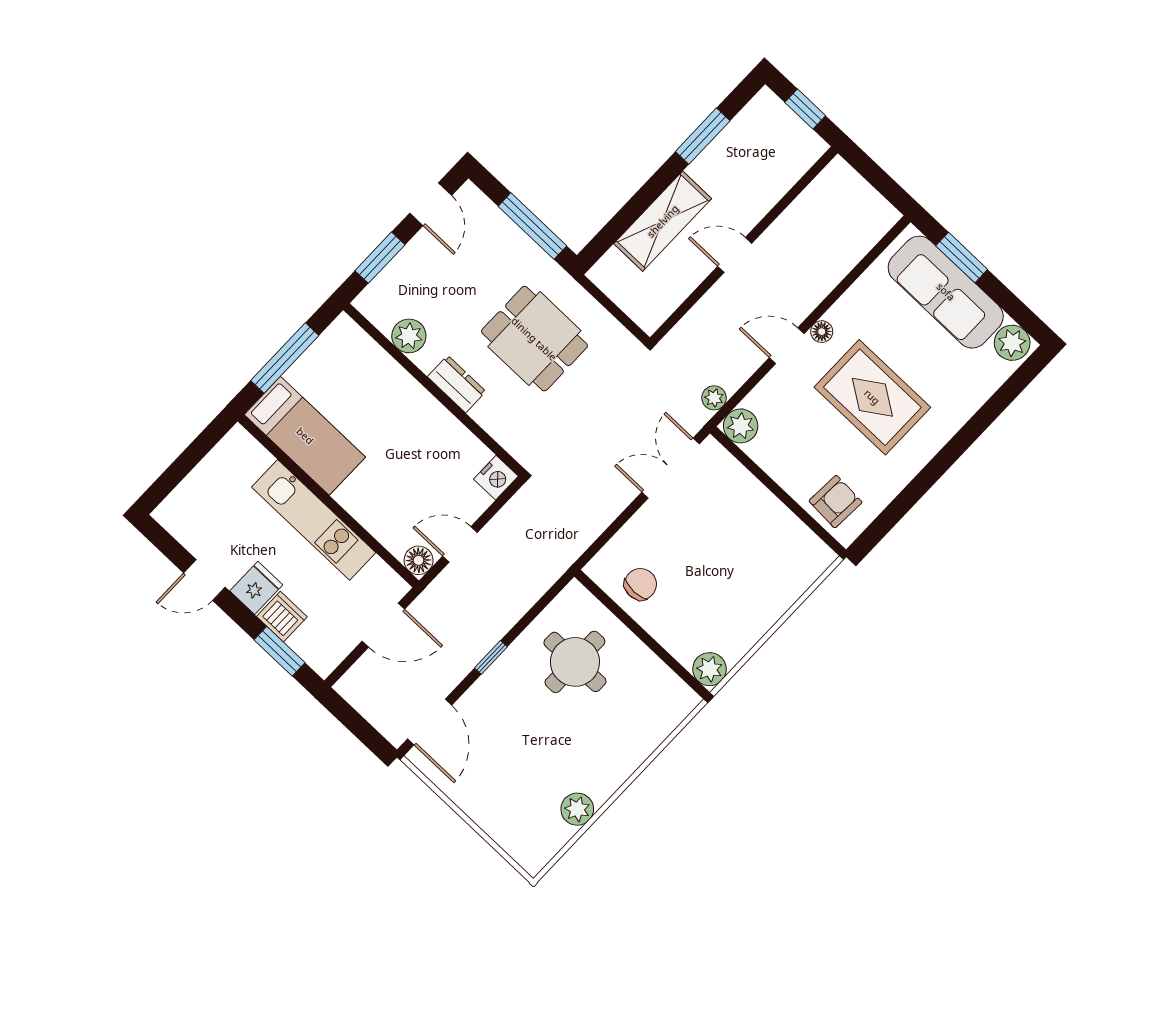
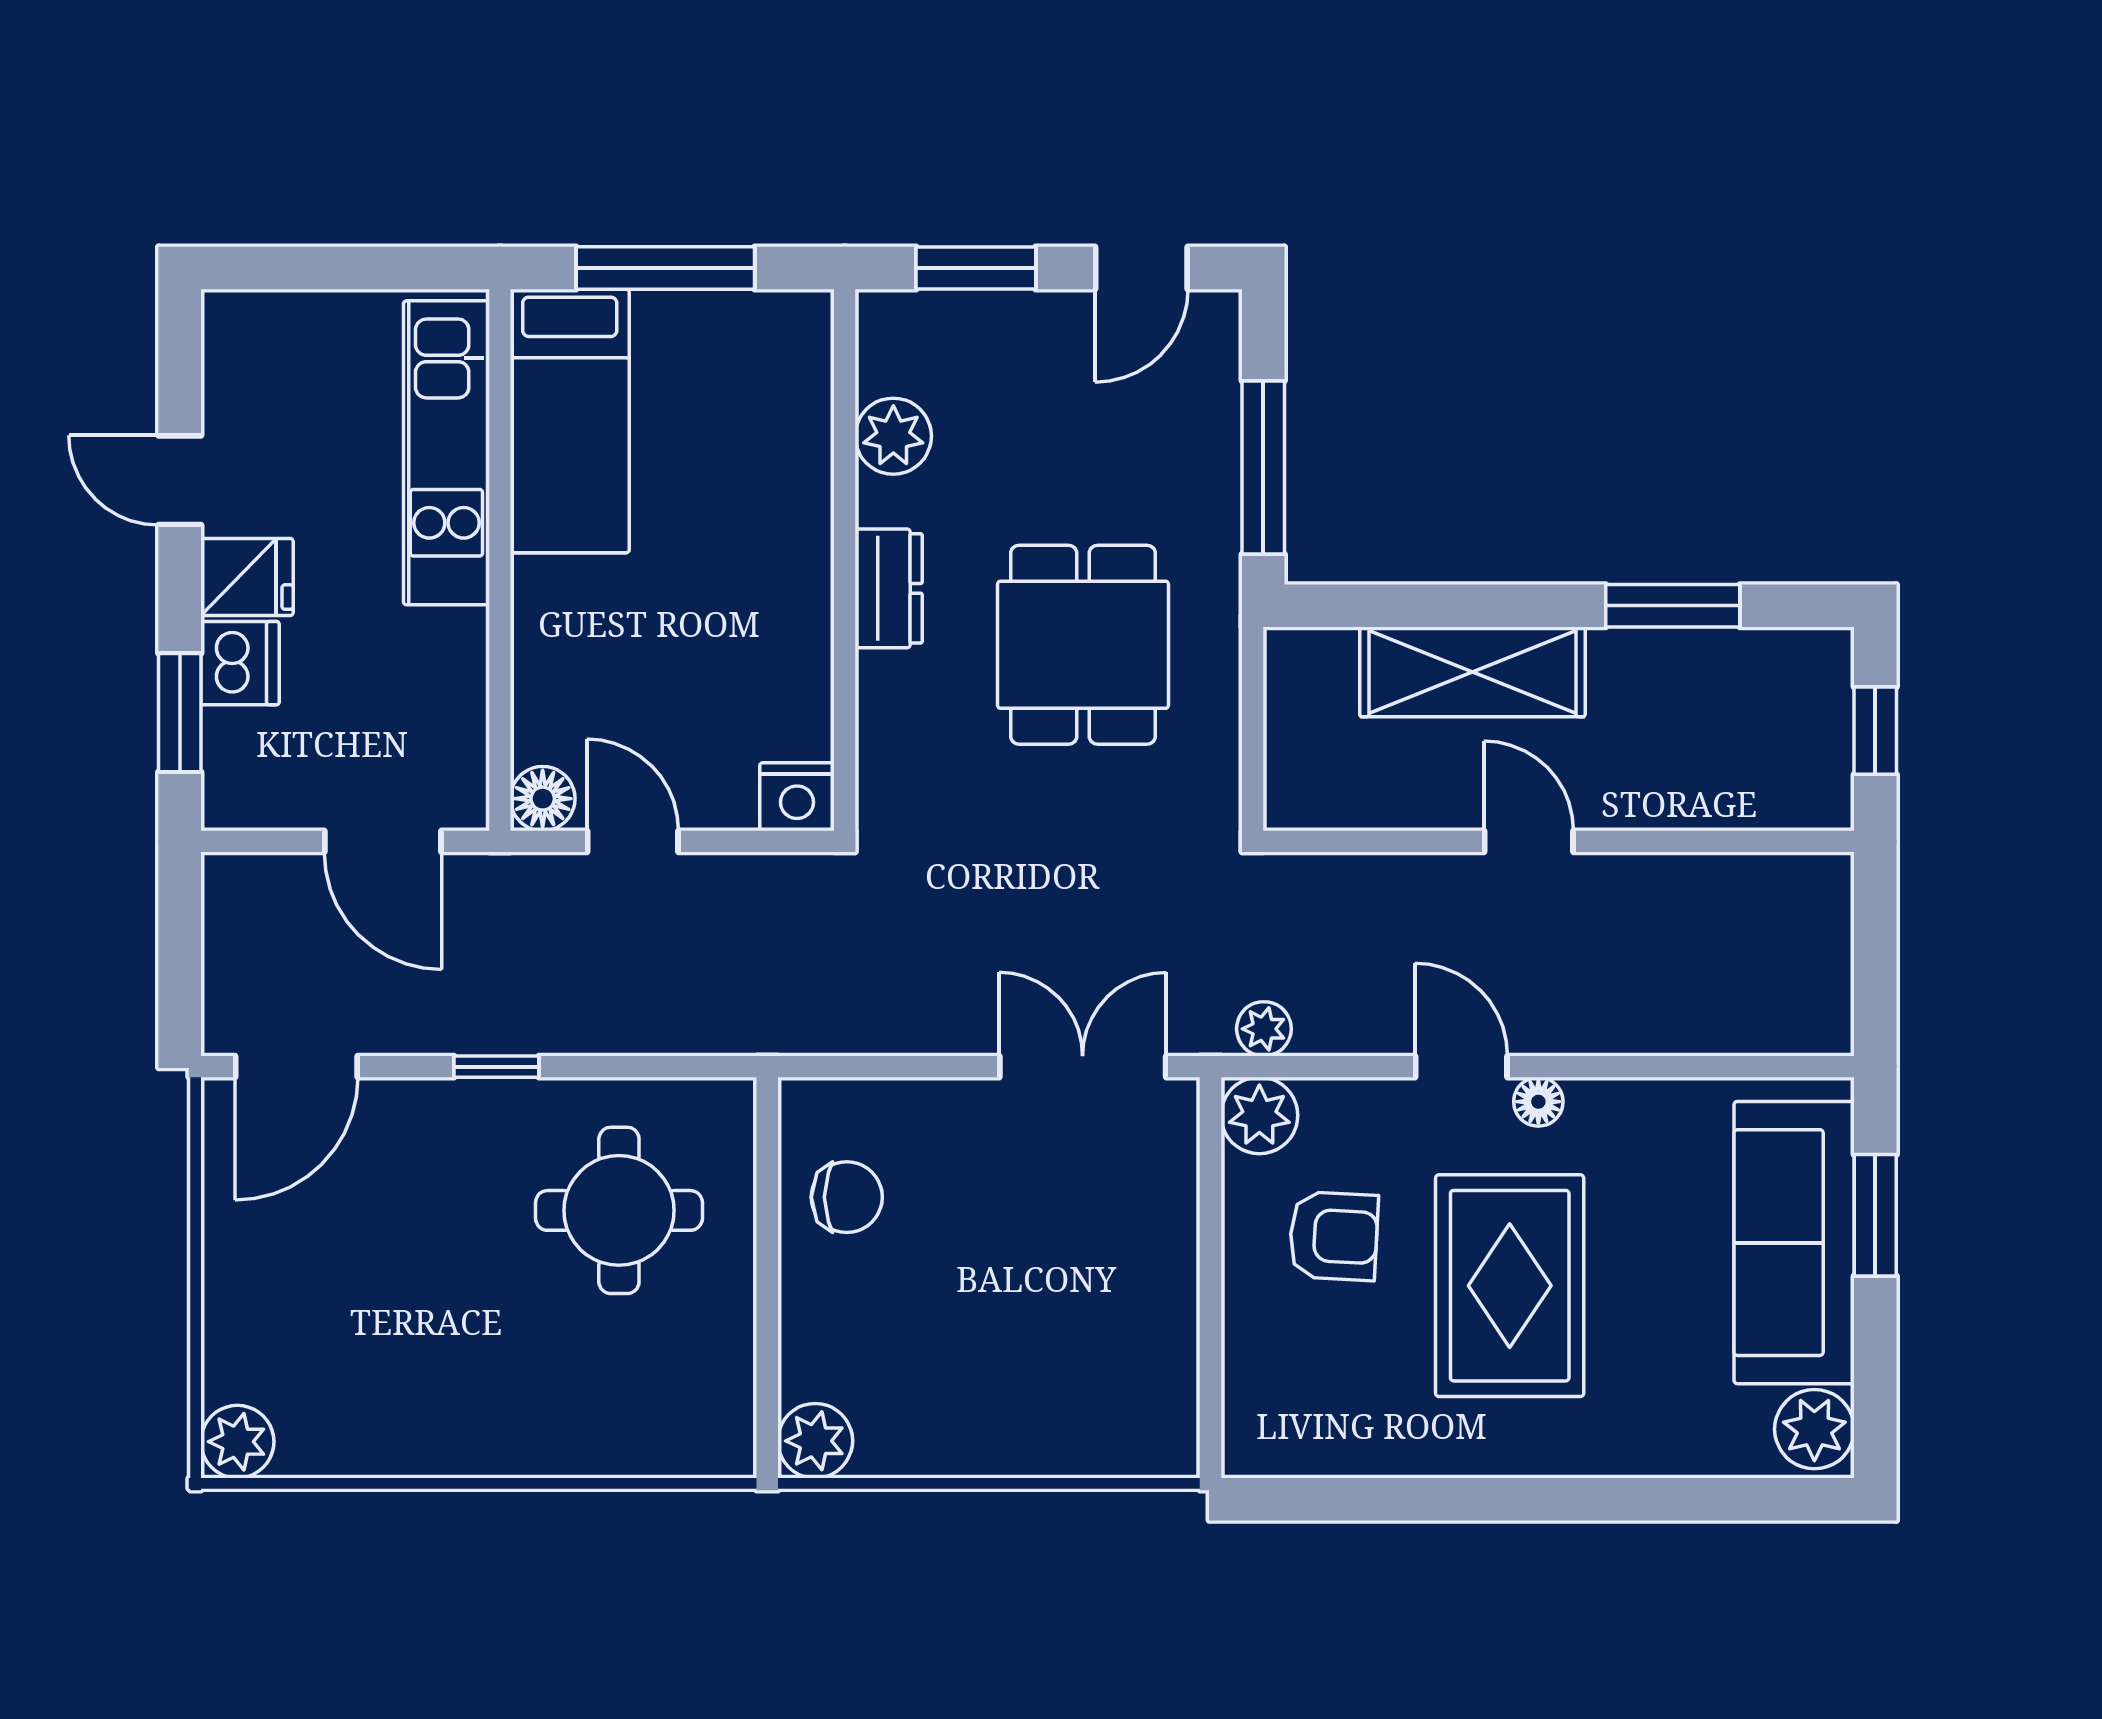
armchair: (836, 502) -> (1334, 1236), moved
kitchen unit: (314, 520) -> (446, 453), moved
plant: (577, 809) -> (237, 1442), moved

